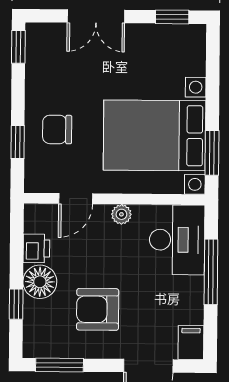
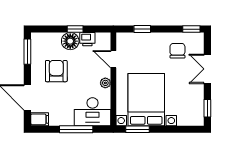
chair: (57, 129) -> (177, 51), moved
window: (16, 304) -> (75, 29), moved

